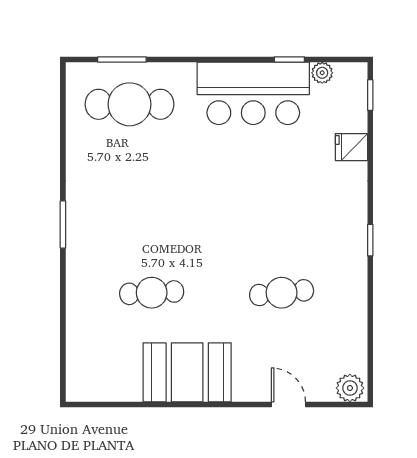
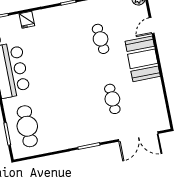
double door: (63, 332) -> (138, 136), added
booth: (187, 372) -> (143, 59), moved

